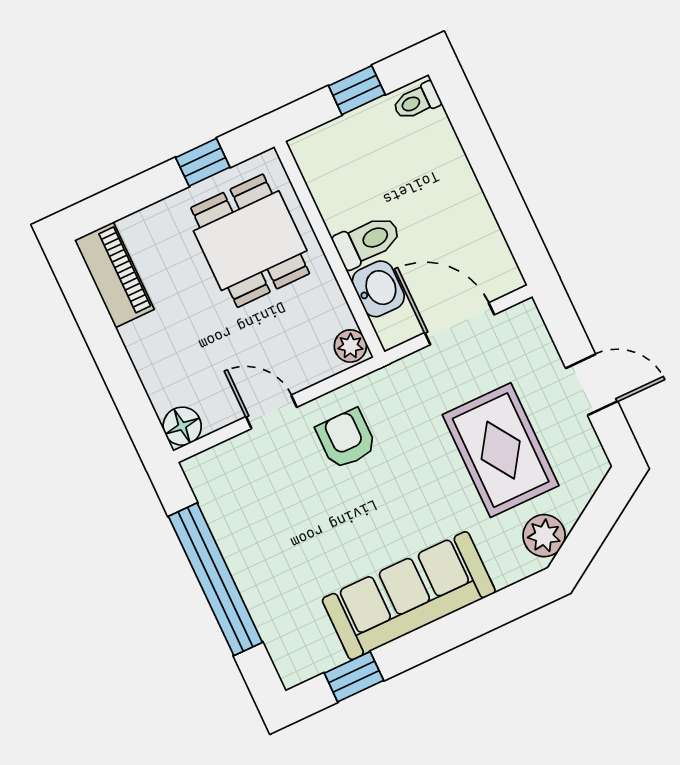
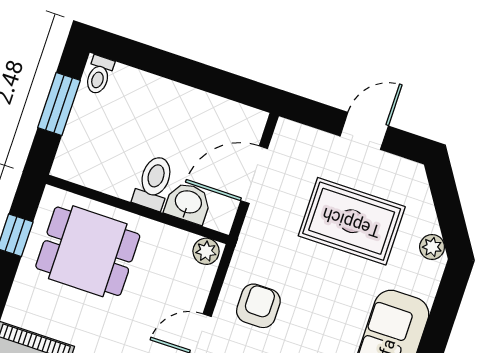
window: (357, 90) -> (59, 104), width x1.50
armchair: (346, 439) -> (258, 306), turned 90
plant: (544, 536) -> (432, 247), width x0.73, depth x0.73

